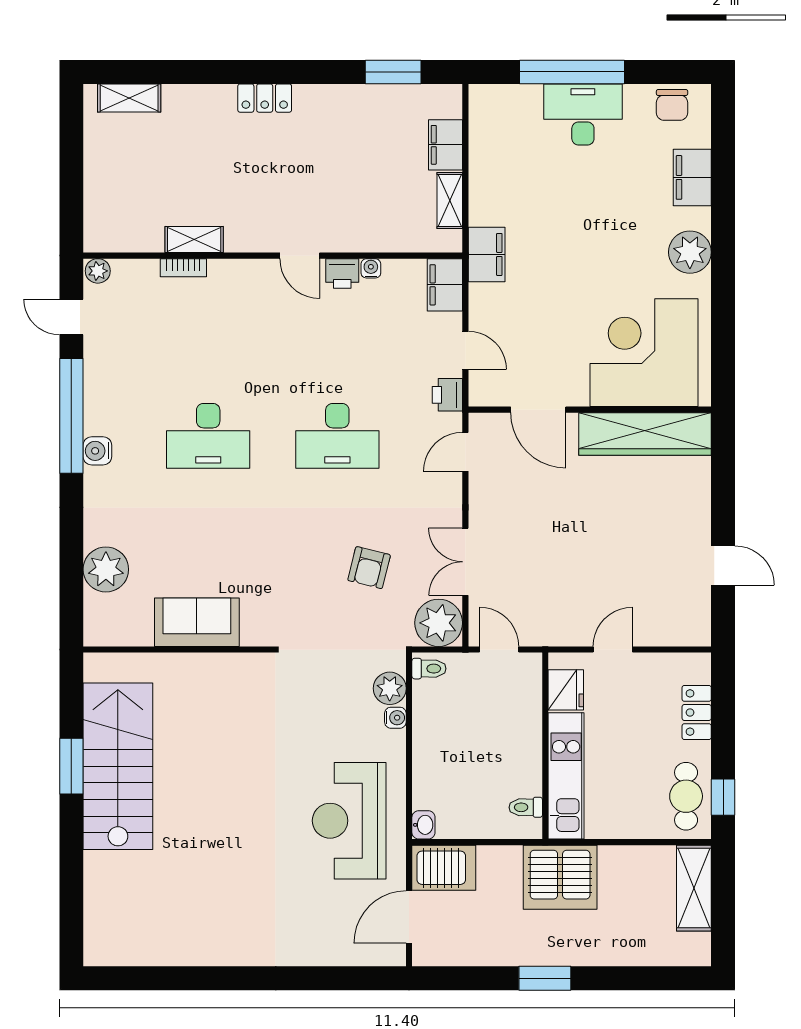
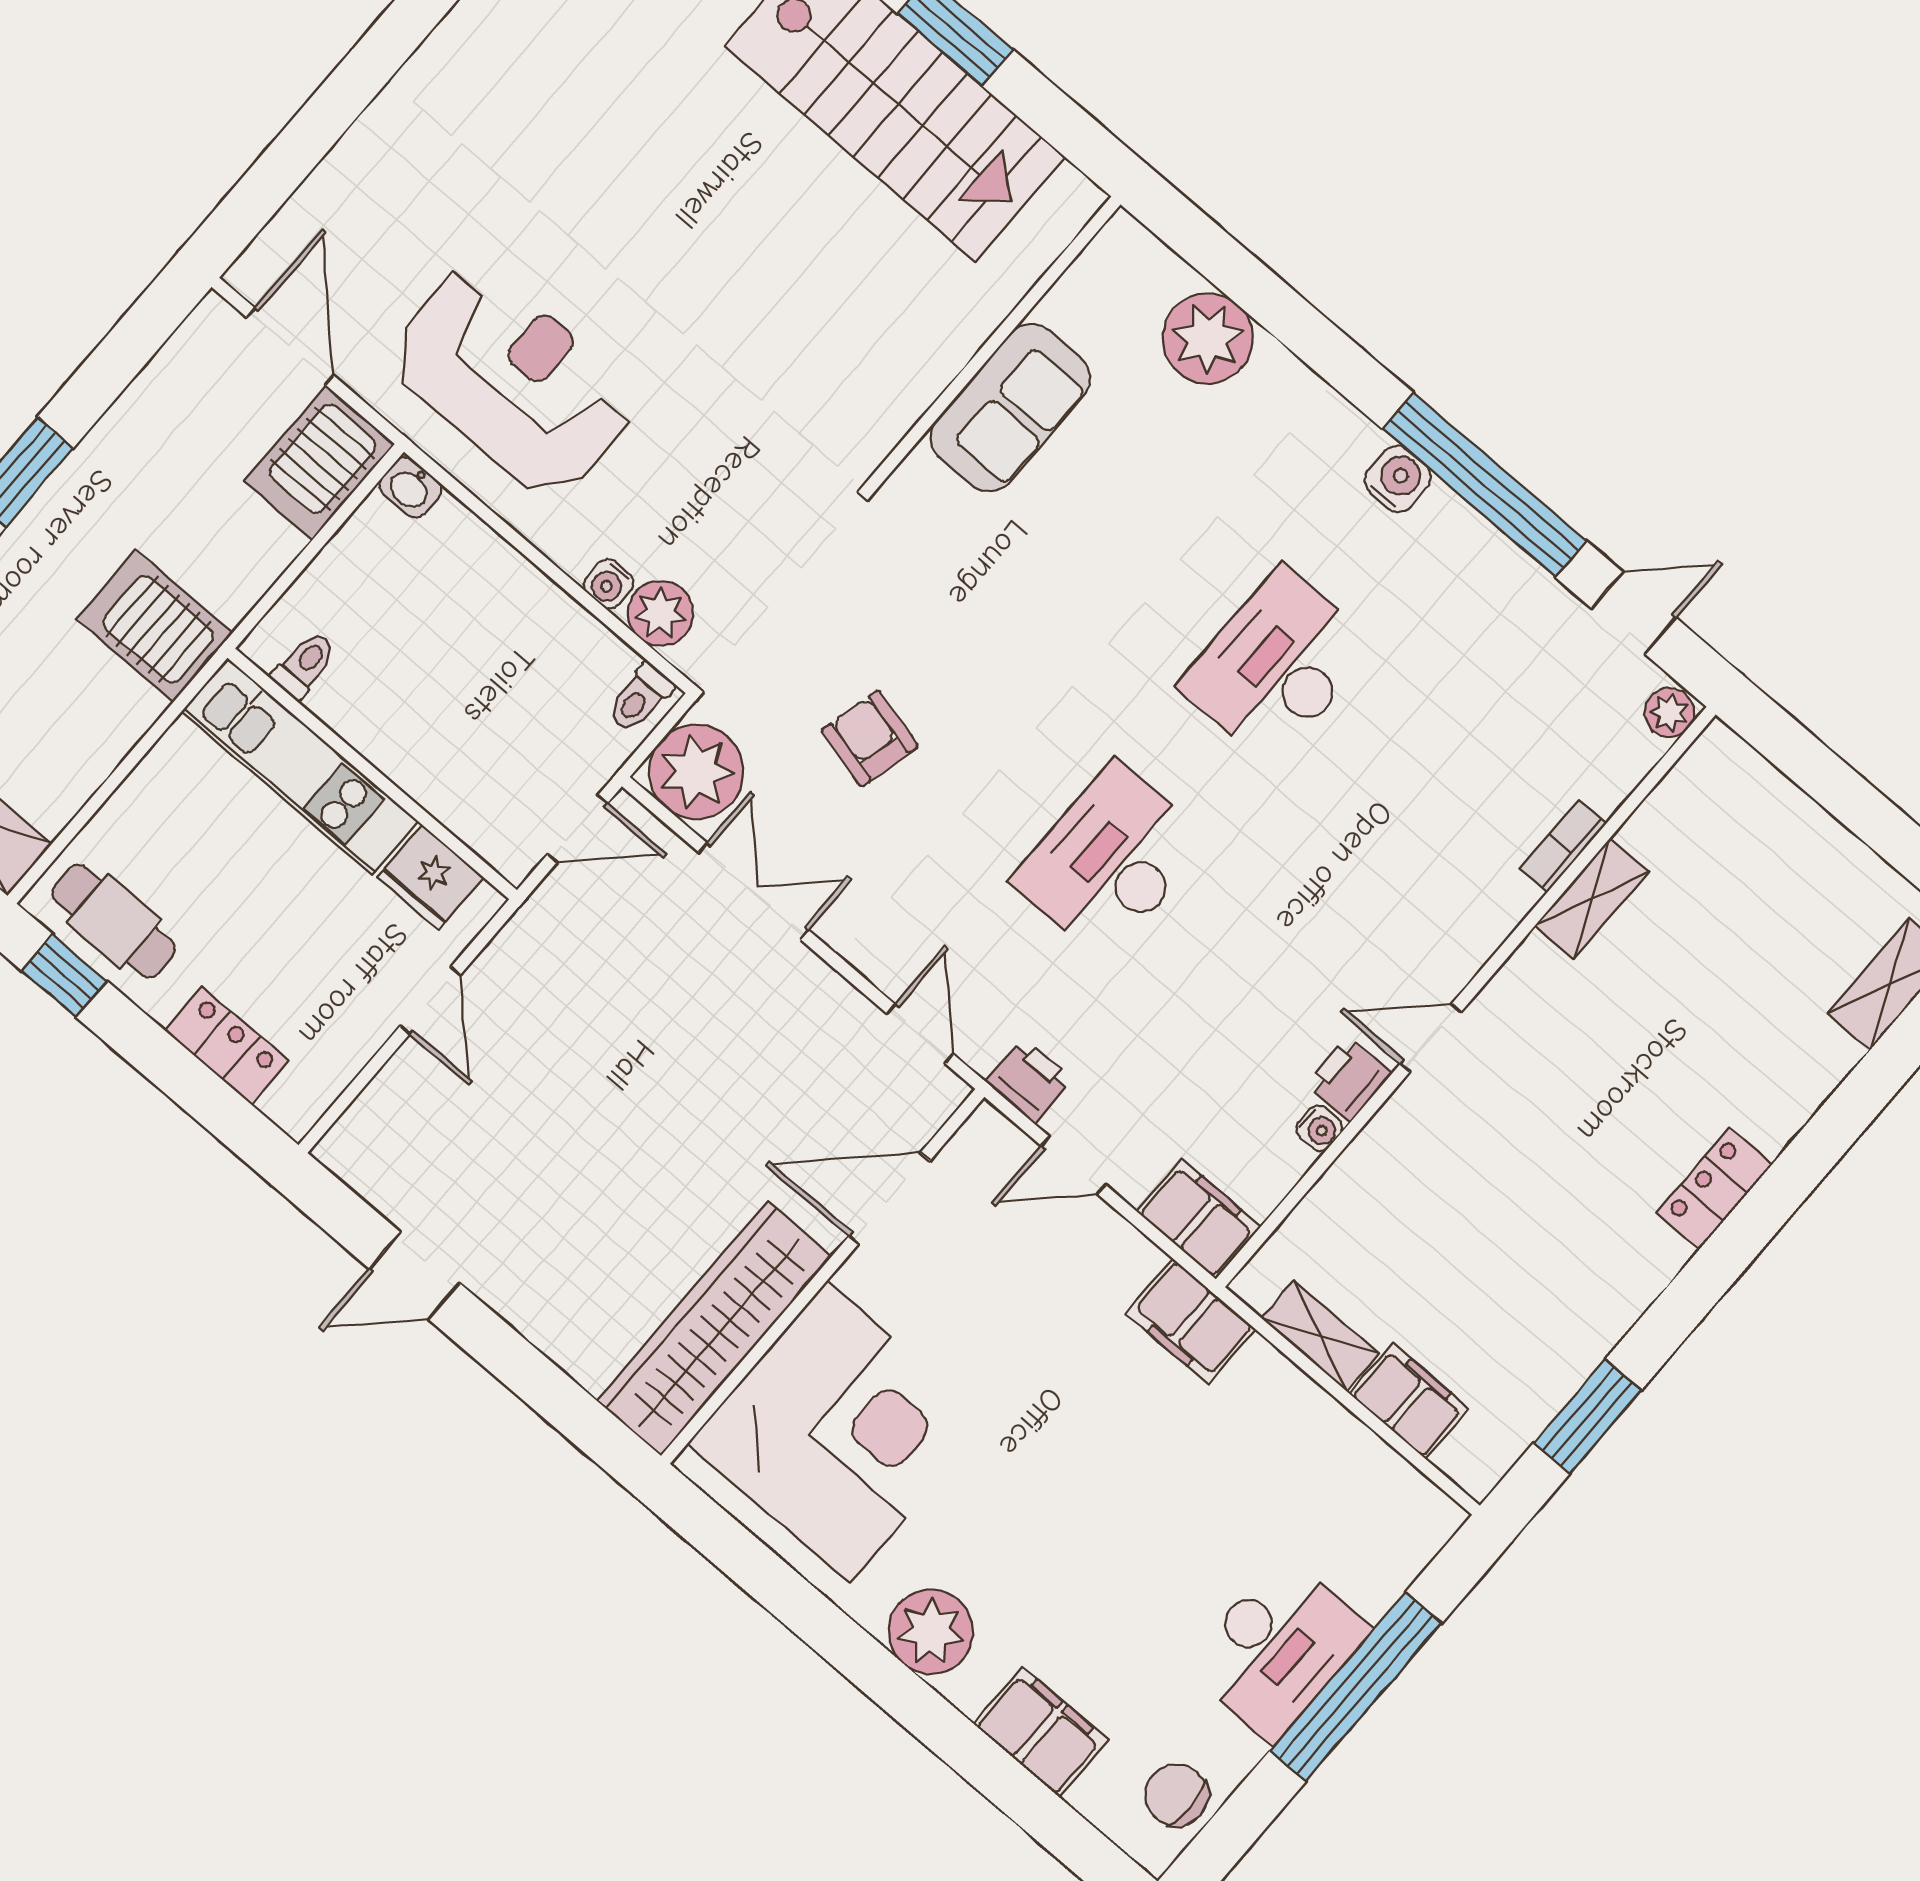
server rack: (560, 877) -> (154, 626), width x0.62

